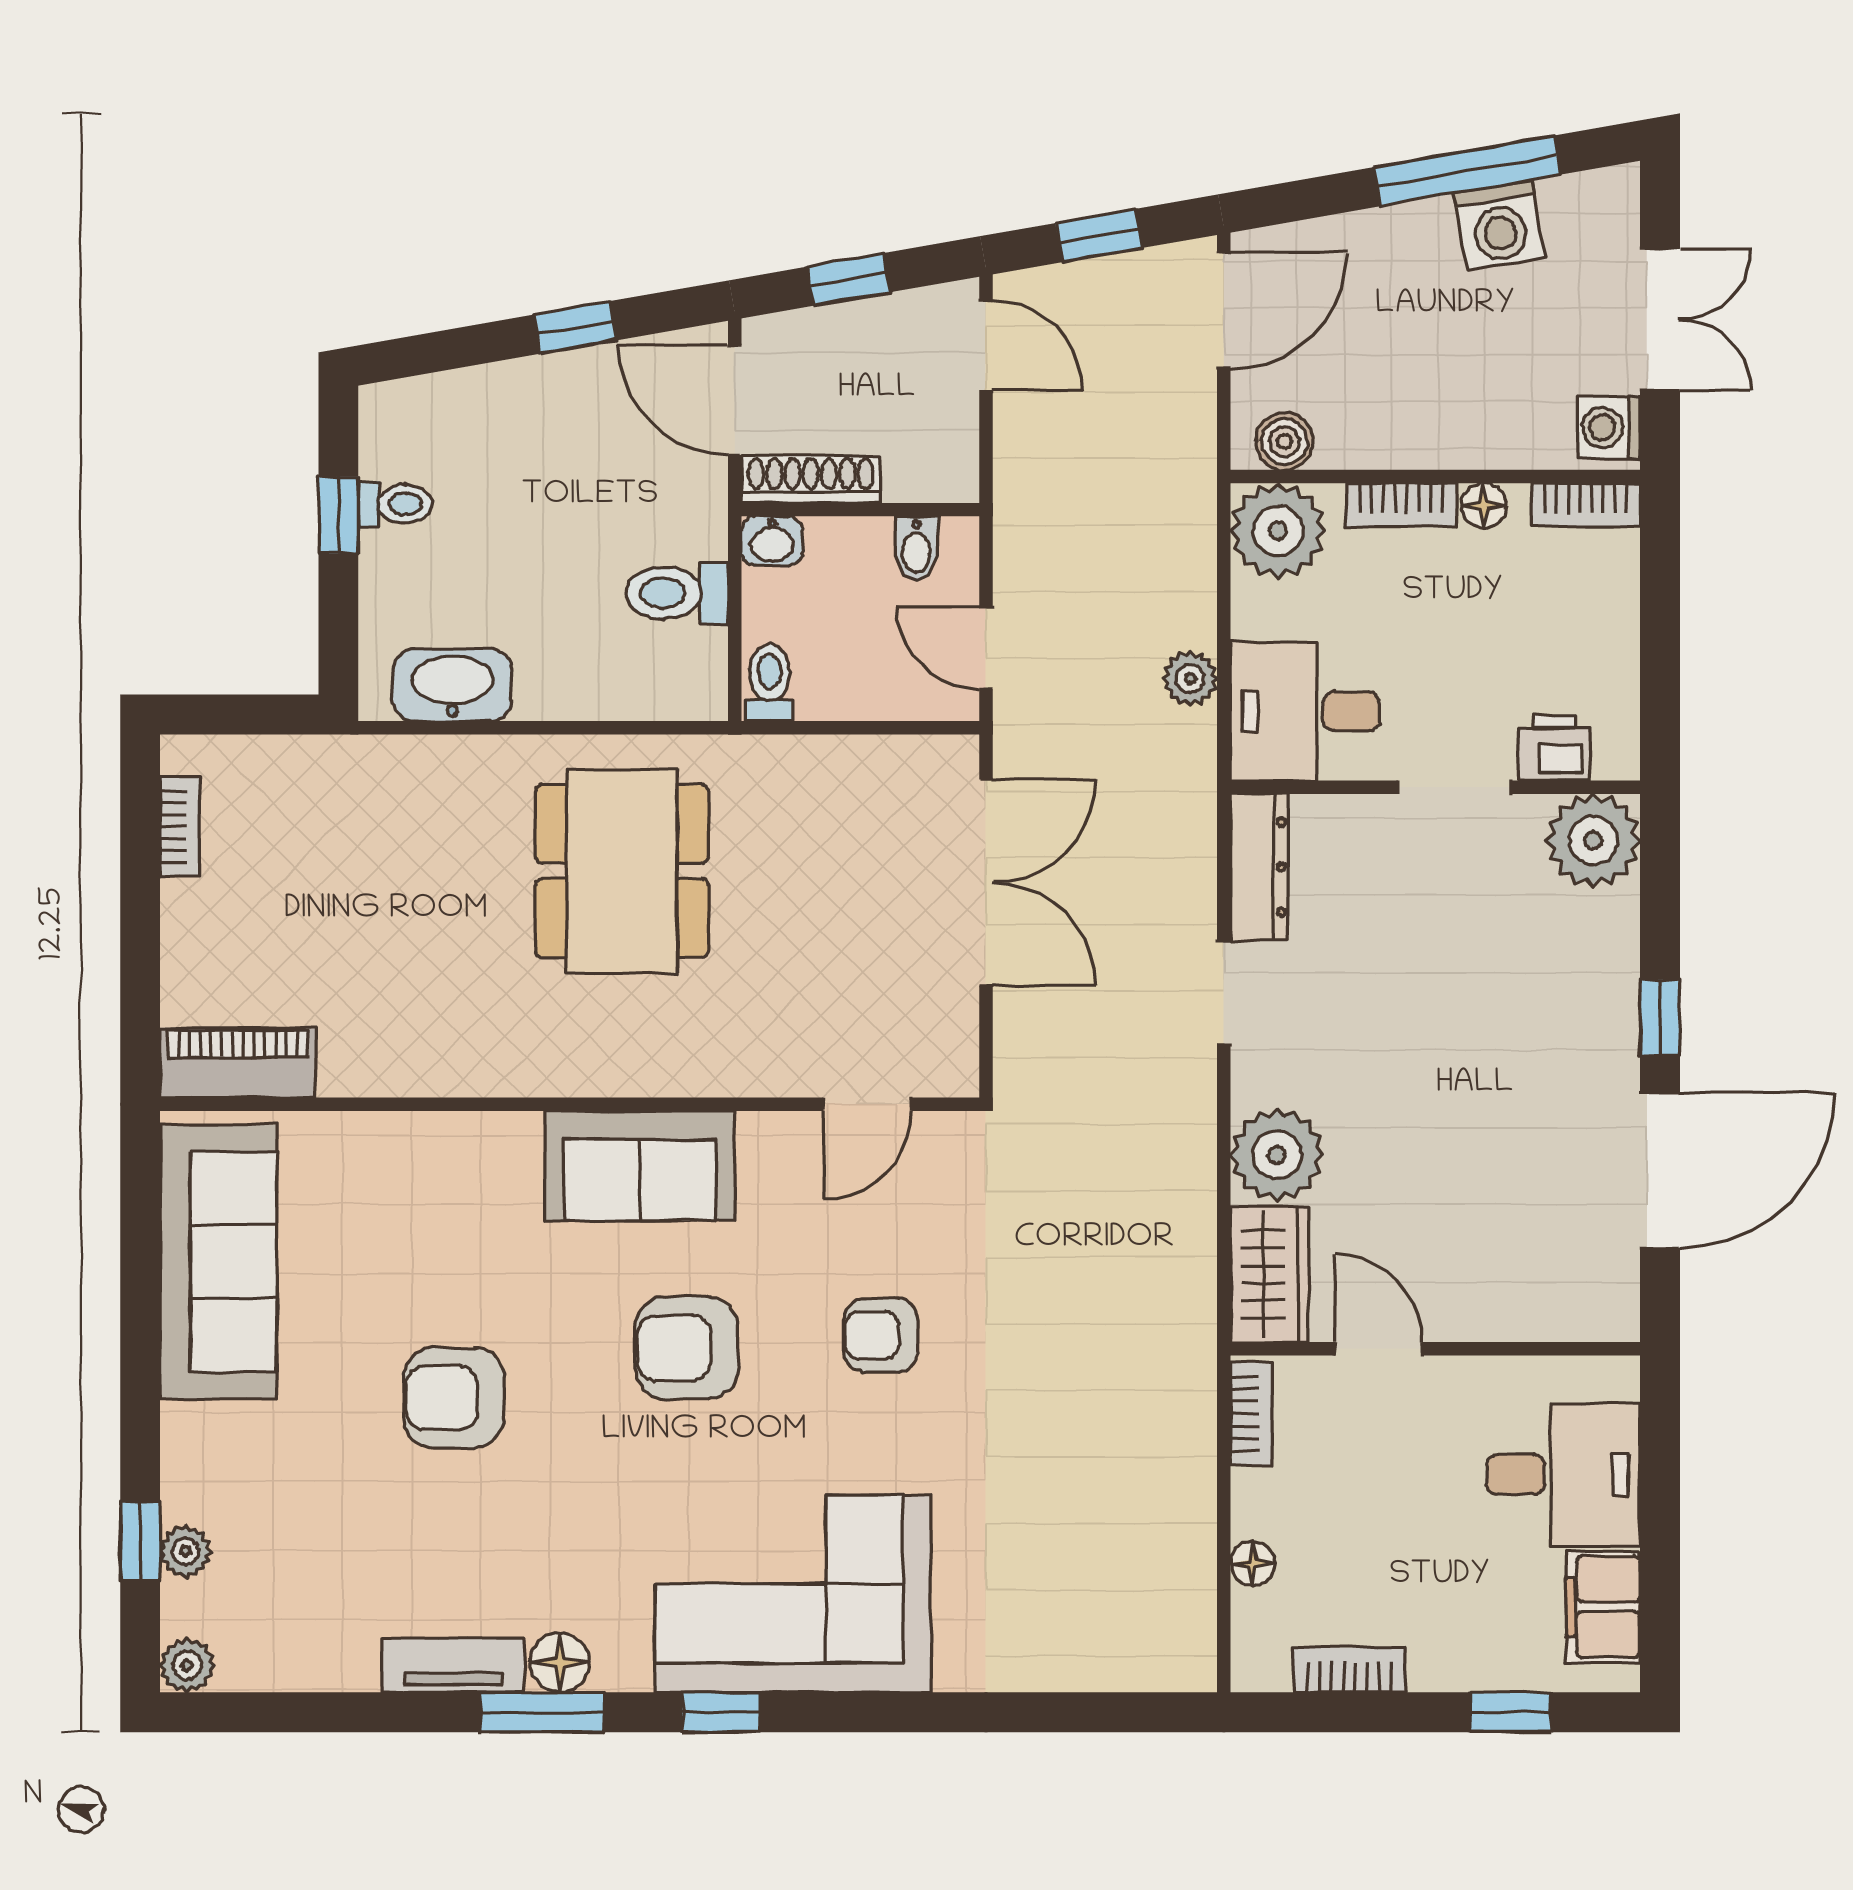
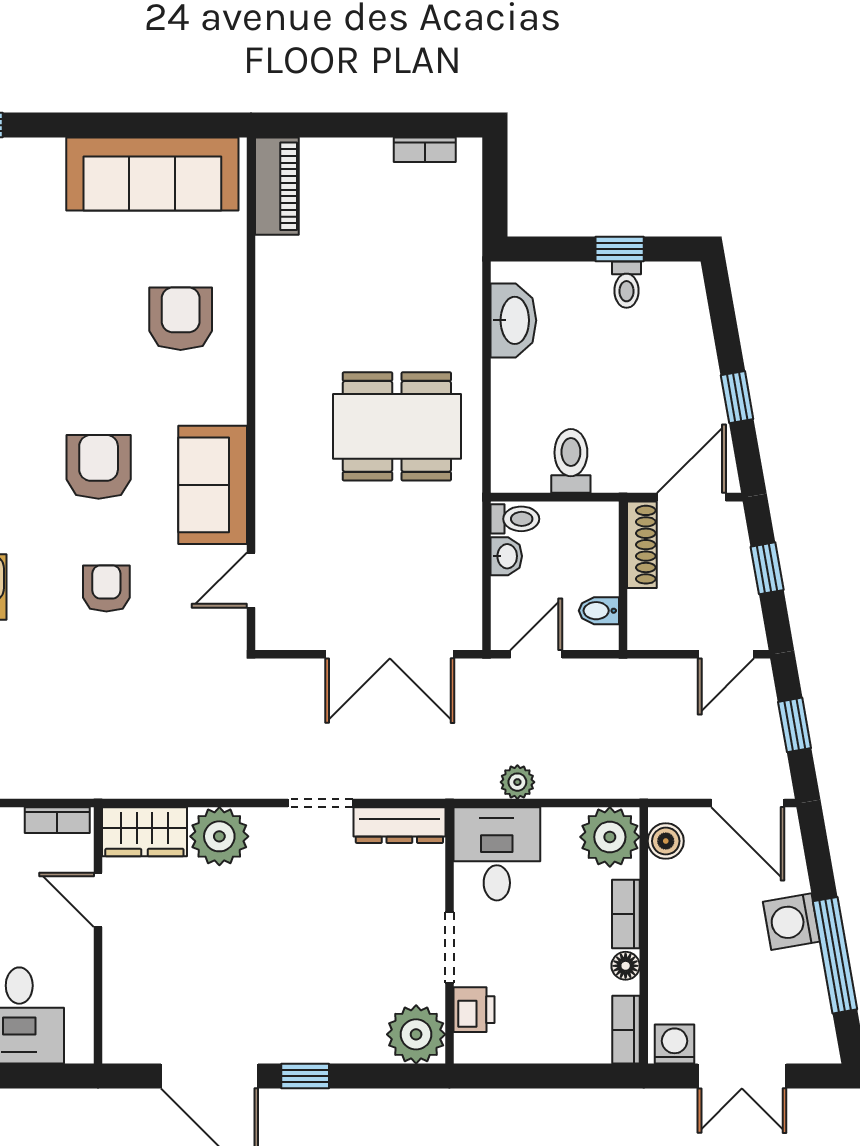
washing machine: (1499, 225) -> (791, 922), moved
washbasin: (772, 541) -> (506, 556), moved, turned 180
door: (867, 1104) -> (251, 580), hinge flipped
sofa: (640, 1166) -> (213, 485), moved
door: (1378, 1349) -> (98, 900), swing flipped
armchair: (454, 1398) -> (181, 319), moved

